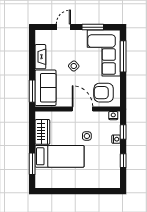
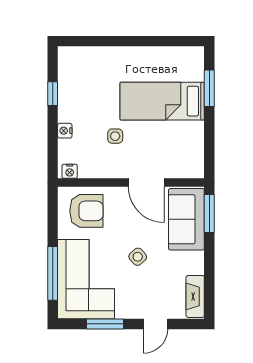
fireplace: (40, 57) -> (195, 296), moved
door: (83, 109) -> (146, 183), moved
wardrobe: (42, 132) -> (192, 143), removed
window: (123, 132) -> (53, 143), removed

